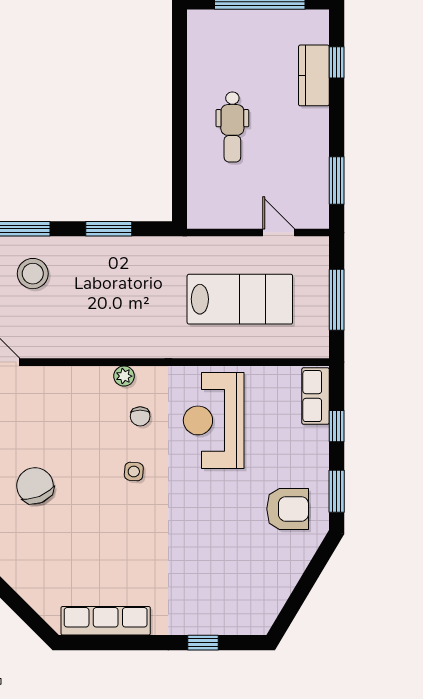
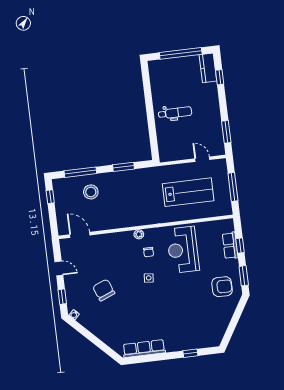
kitchen counter: (314, 75) -> (208, 68), moved
dental chair: (232, 127) -> (175, 113), turned -90
row of seats: (316, 396) -> (230, 246), moved

